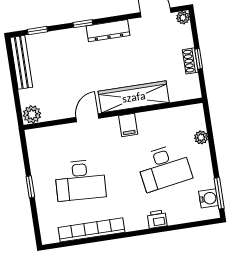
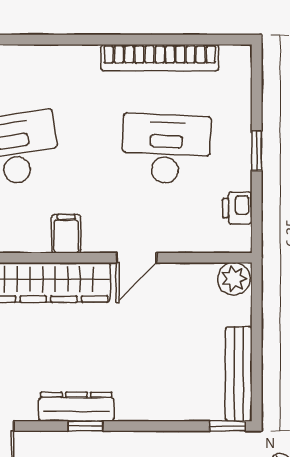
window: (83, 24) -> (85, 426), moved
window: (37, 31) -> (228, 426), moved
printer: (157, 219) -> (237, 208), moved, turned 90

